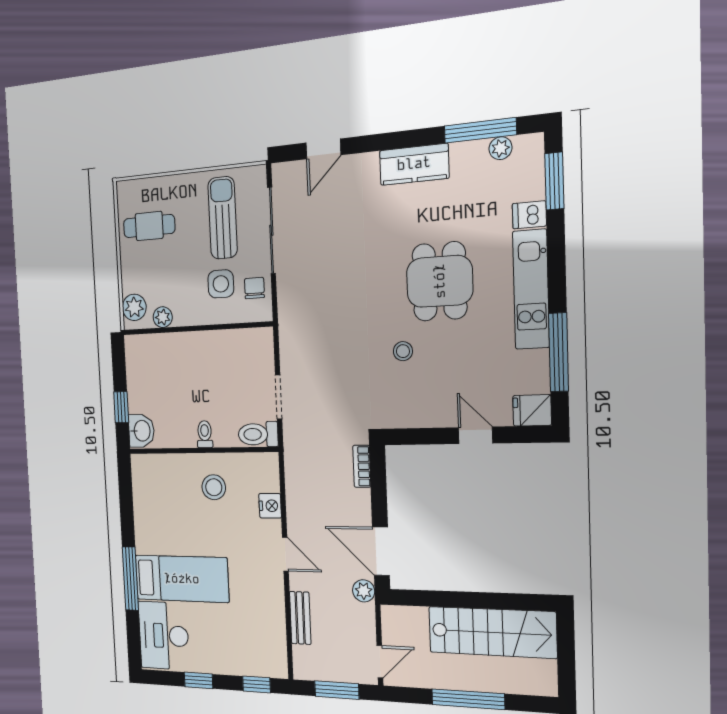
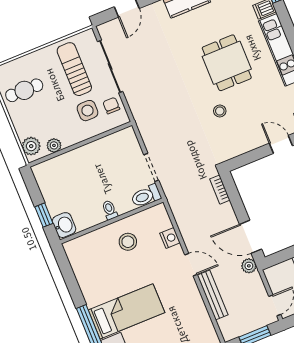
bench: (300, 618) -> (213, 295), width x1.36

